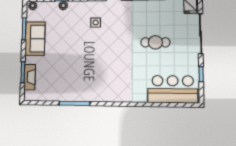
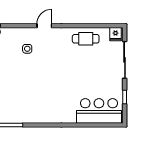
cafe table: (155, 42) -> (86, 39), moved

